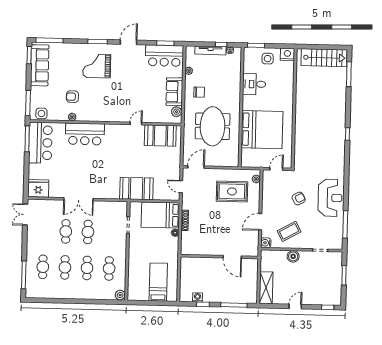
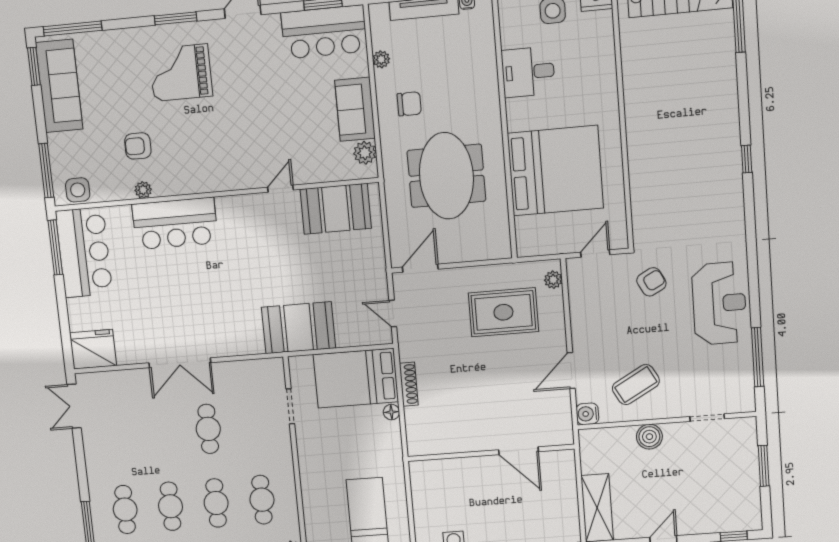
armchair: (299, 199) -> (651, 282), moved
cafe table: (66, 231) -> (162, 432), removed

